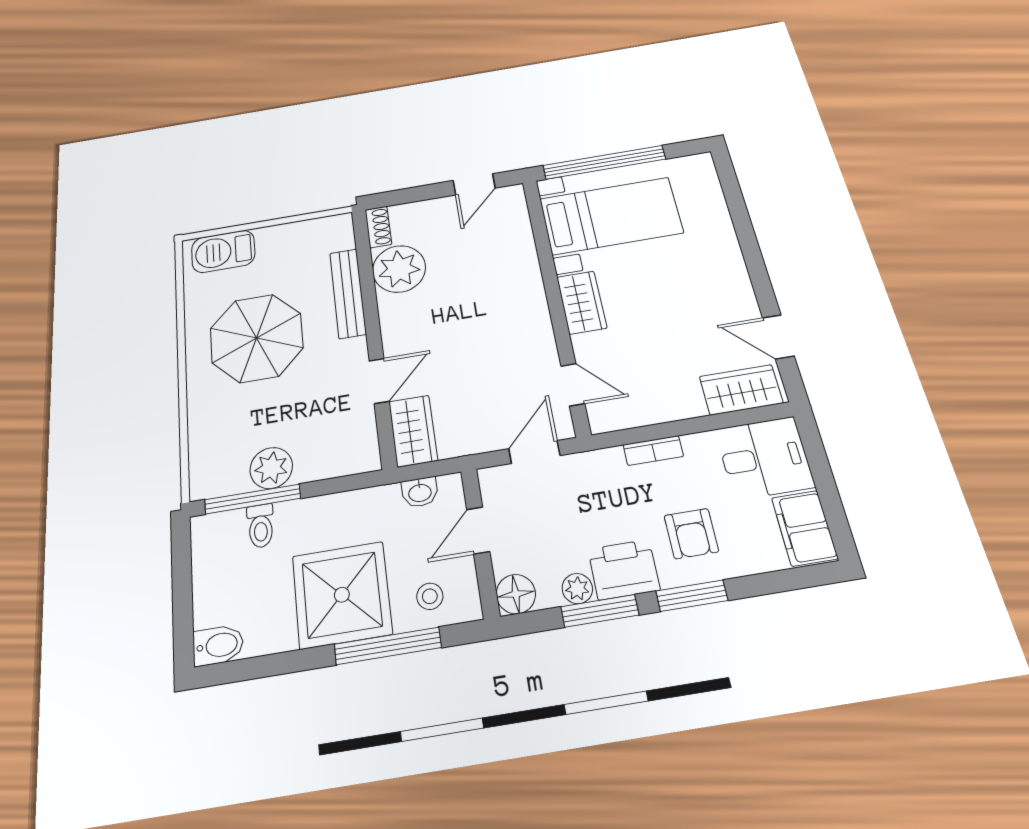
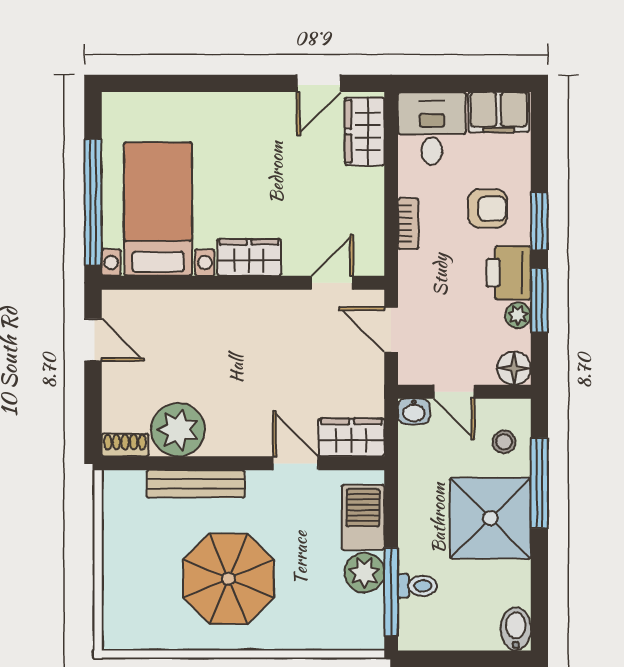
barbecue: (223, 251) -> (363, 517), moved, turned 180
washbasin: (420, 492) -> (414, 411), moved, turned 90

